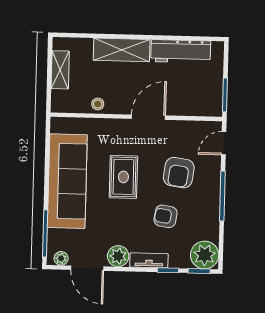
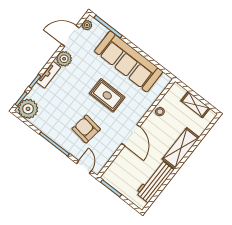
armchair: (166, 216) -> (67, 103), removed

